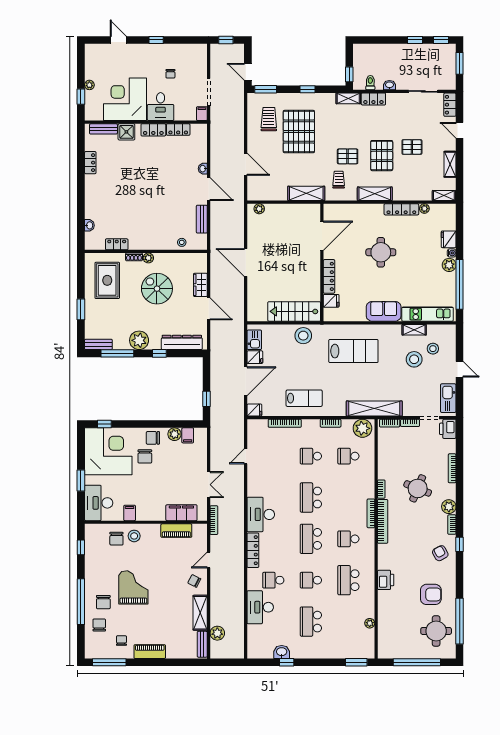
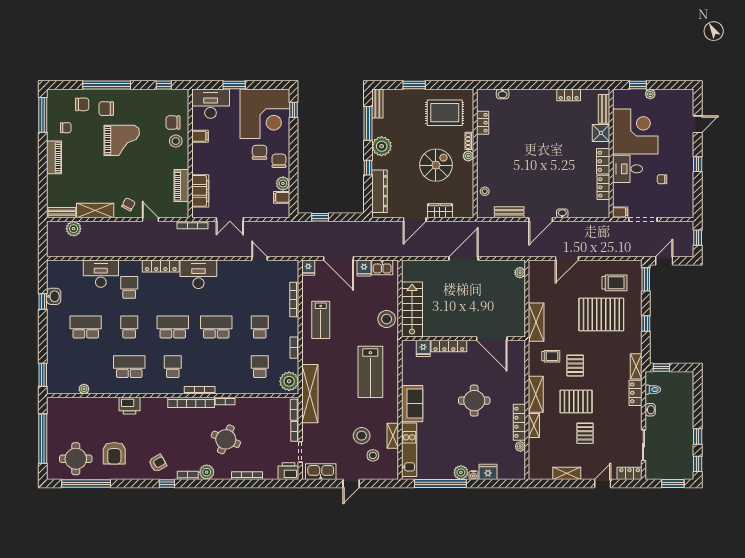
shelving: (444, 196) -> (534, 425), moved
chair: (145, 456) -> (259, 152), turned 90

